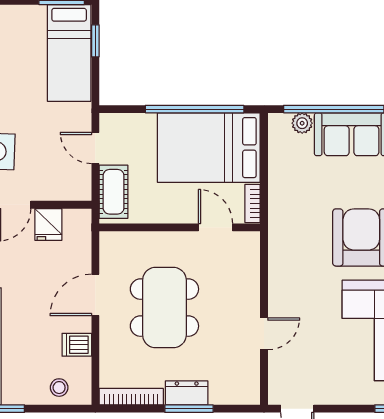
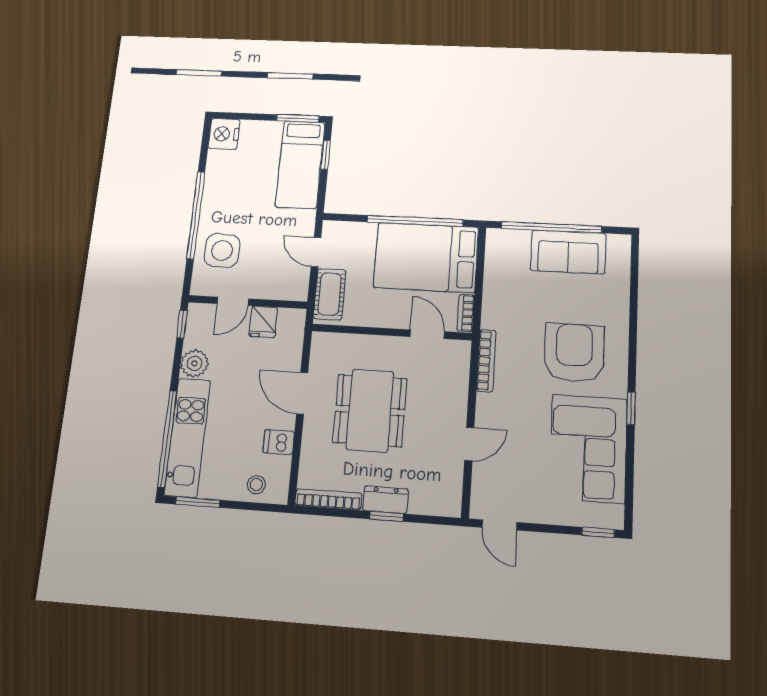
plant: (302, 123) -> (519, 239), removed
bookcase: (276, 251) -> (486, 361), added
door: (95, 295) -> (302, 393), hinge flipped
window: (189, 409) -> (386, 516), width x0.67

